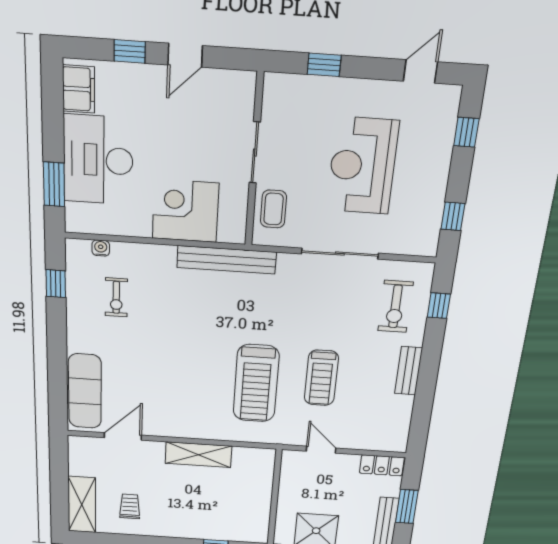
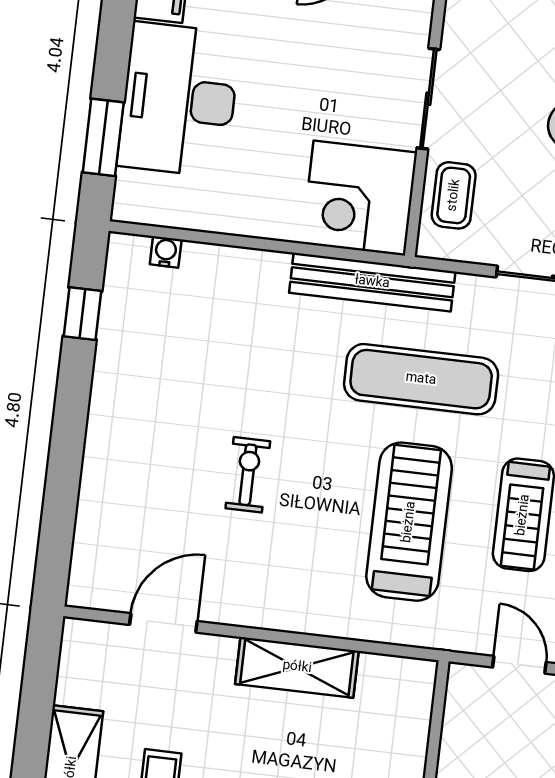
corner desk: (185, 211) -> (359, 198), moved, turned -90
exercise bike: (116, 297) -> (248, 475), moved, turned 180
treadmill: (256, 383) -> (409, 522), turned 180
exercise mat: (85, 391) -> (421, 379), moved, turned 90

